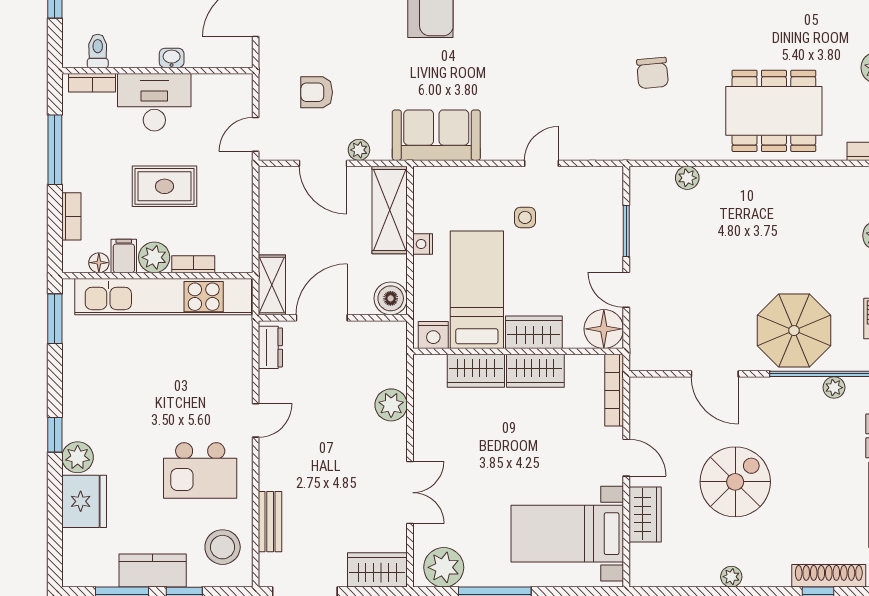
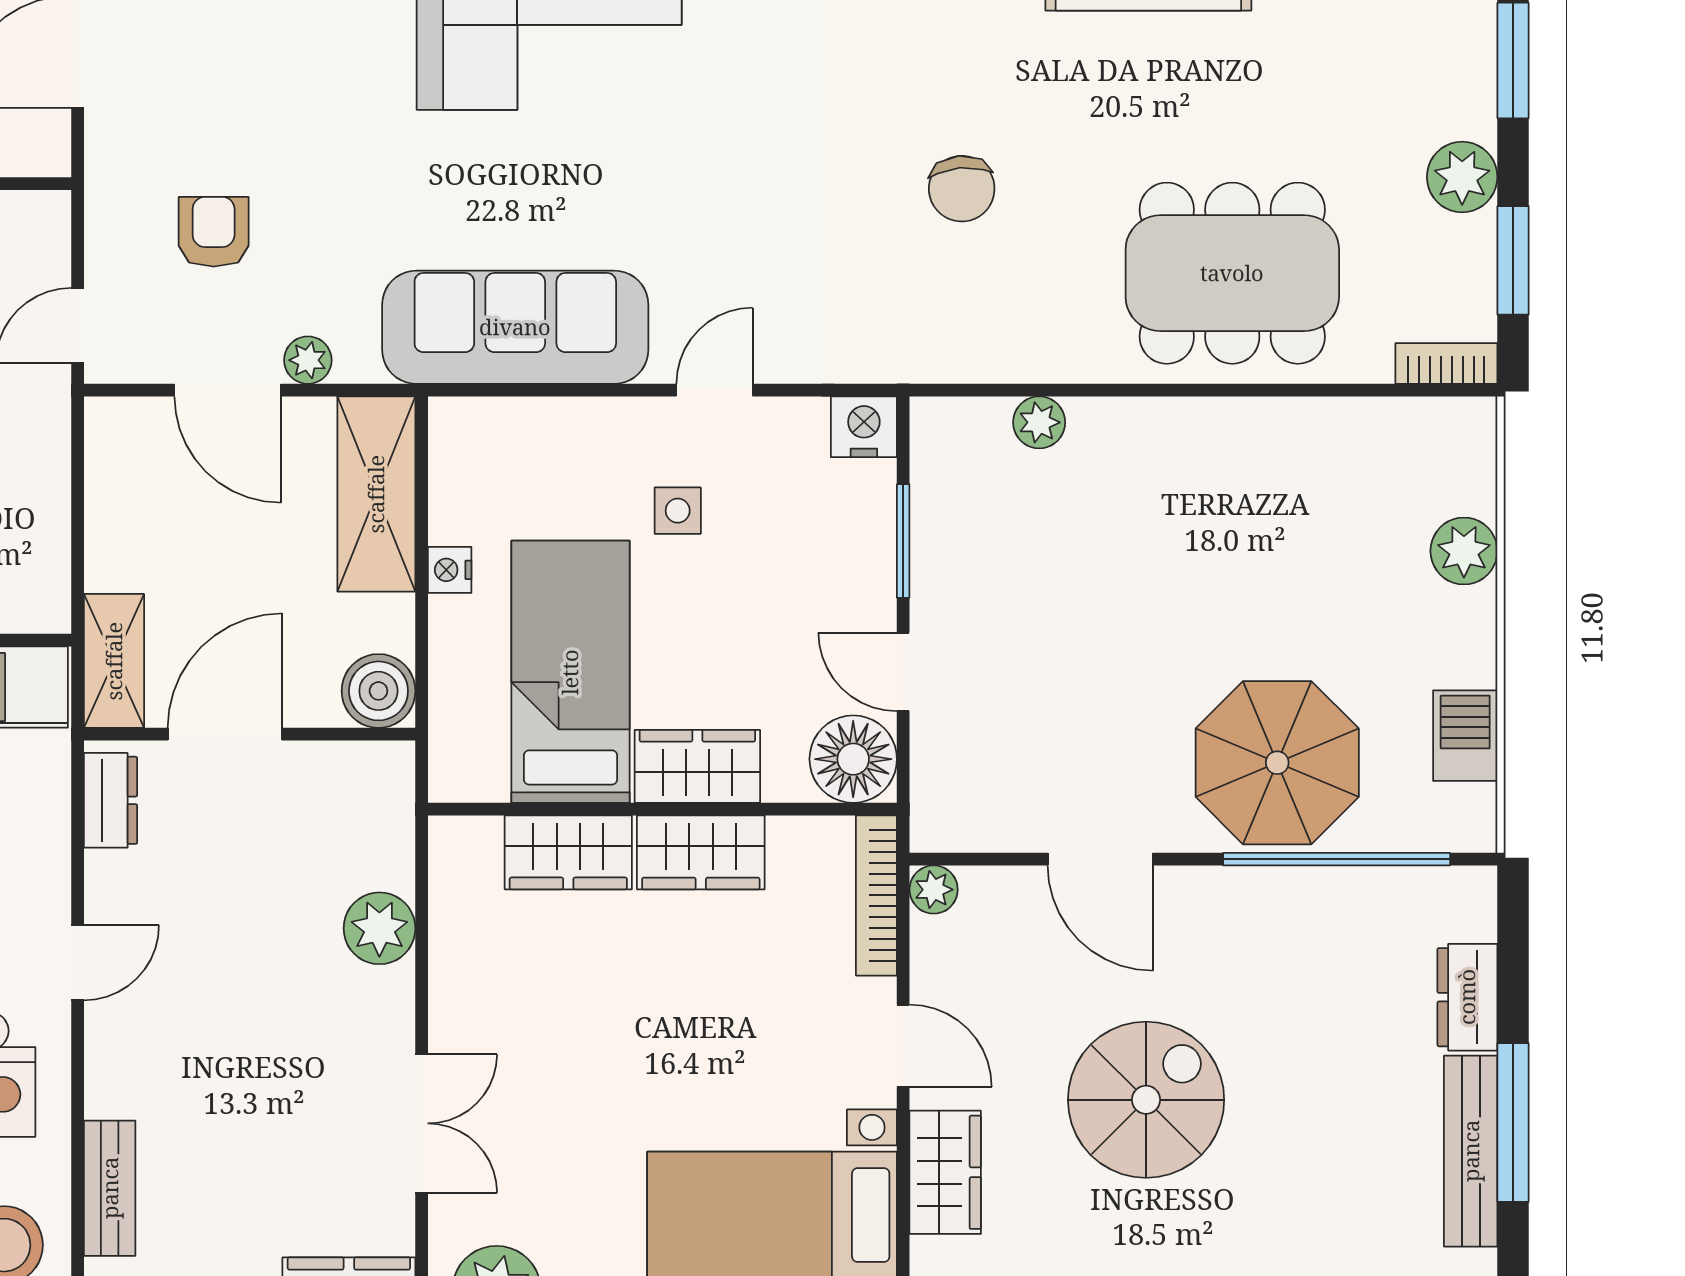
armchair: (317, 92) -> (214, 232), turned 90
sofa: (436, 135) -> (515, 327), width x1.36
nightstand: (433, 335) -> (864, 427), moved, turned 180
plant: (834, 388) -> (934, 890), moved

